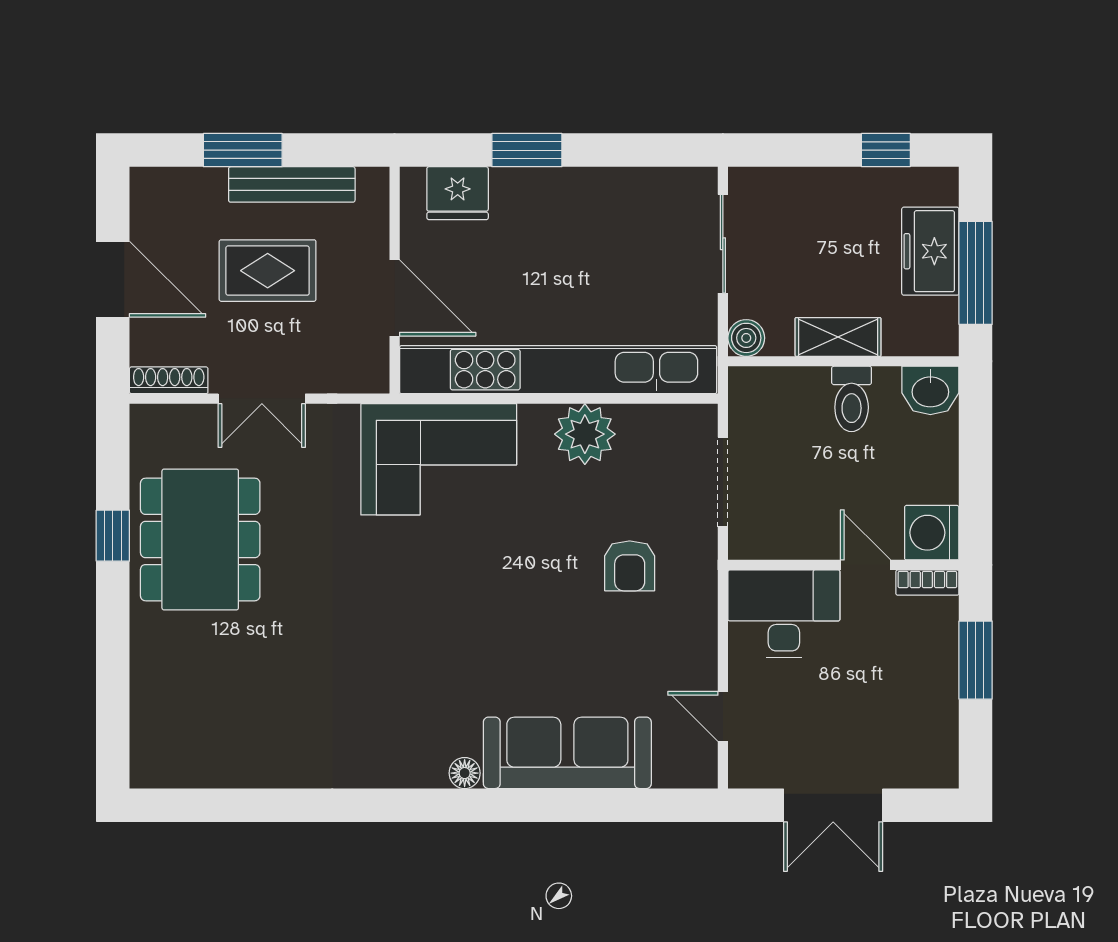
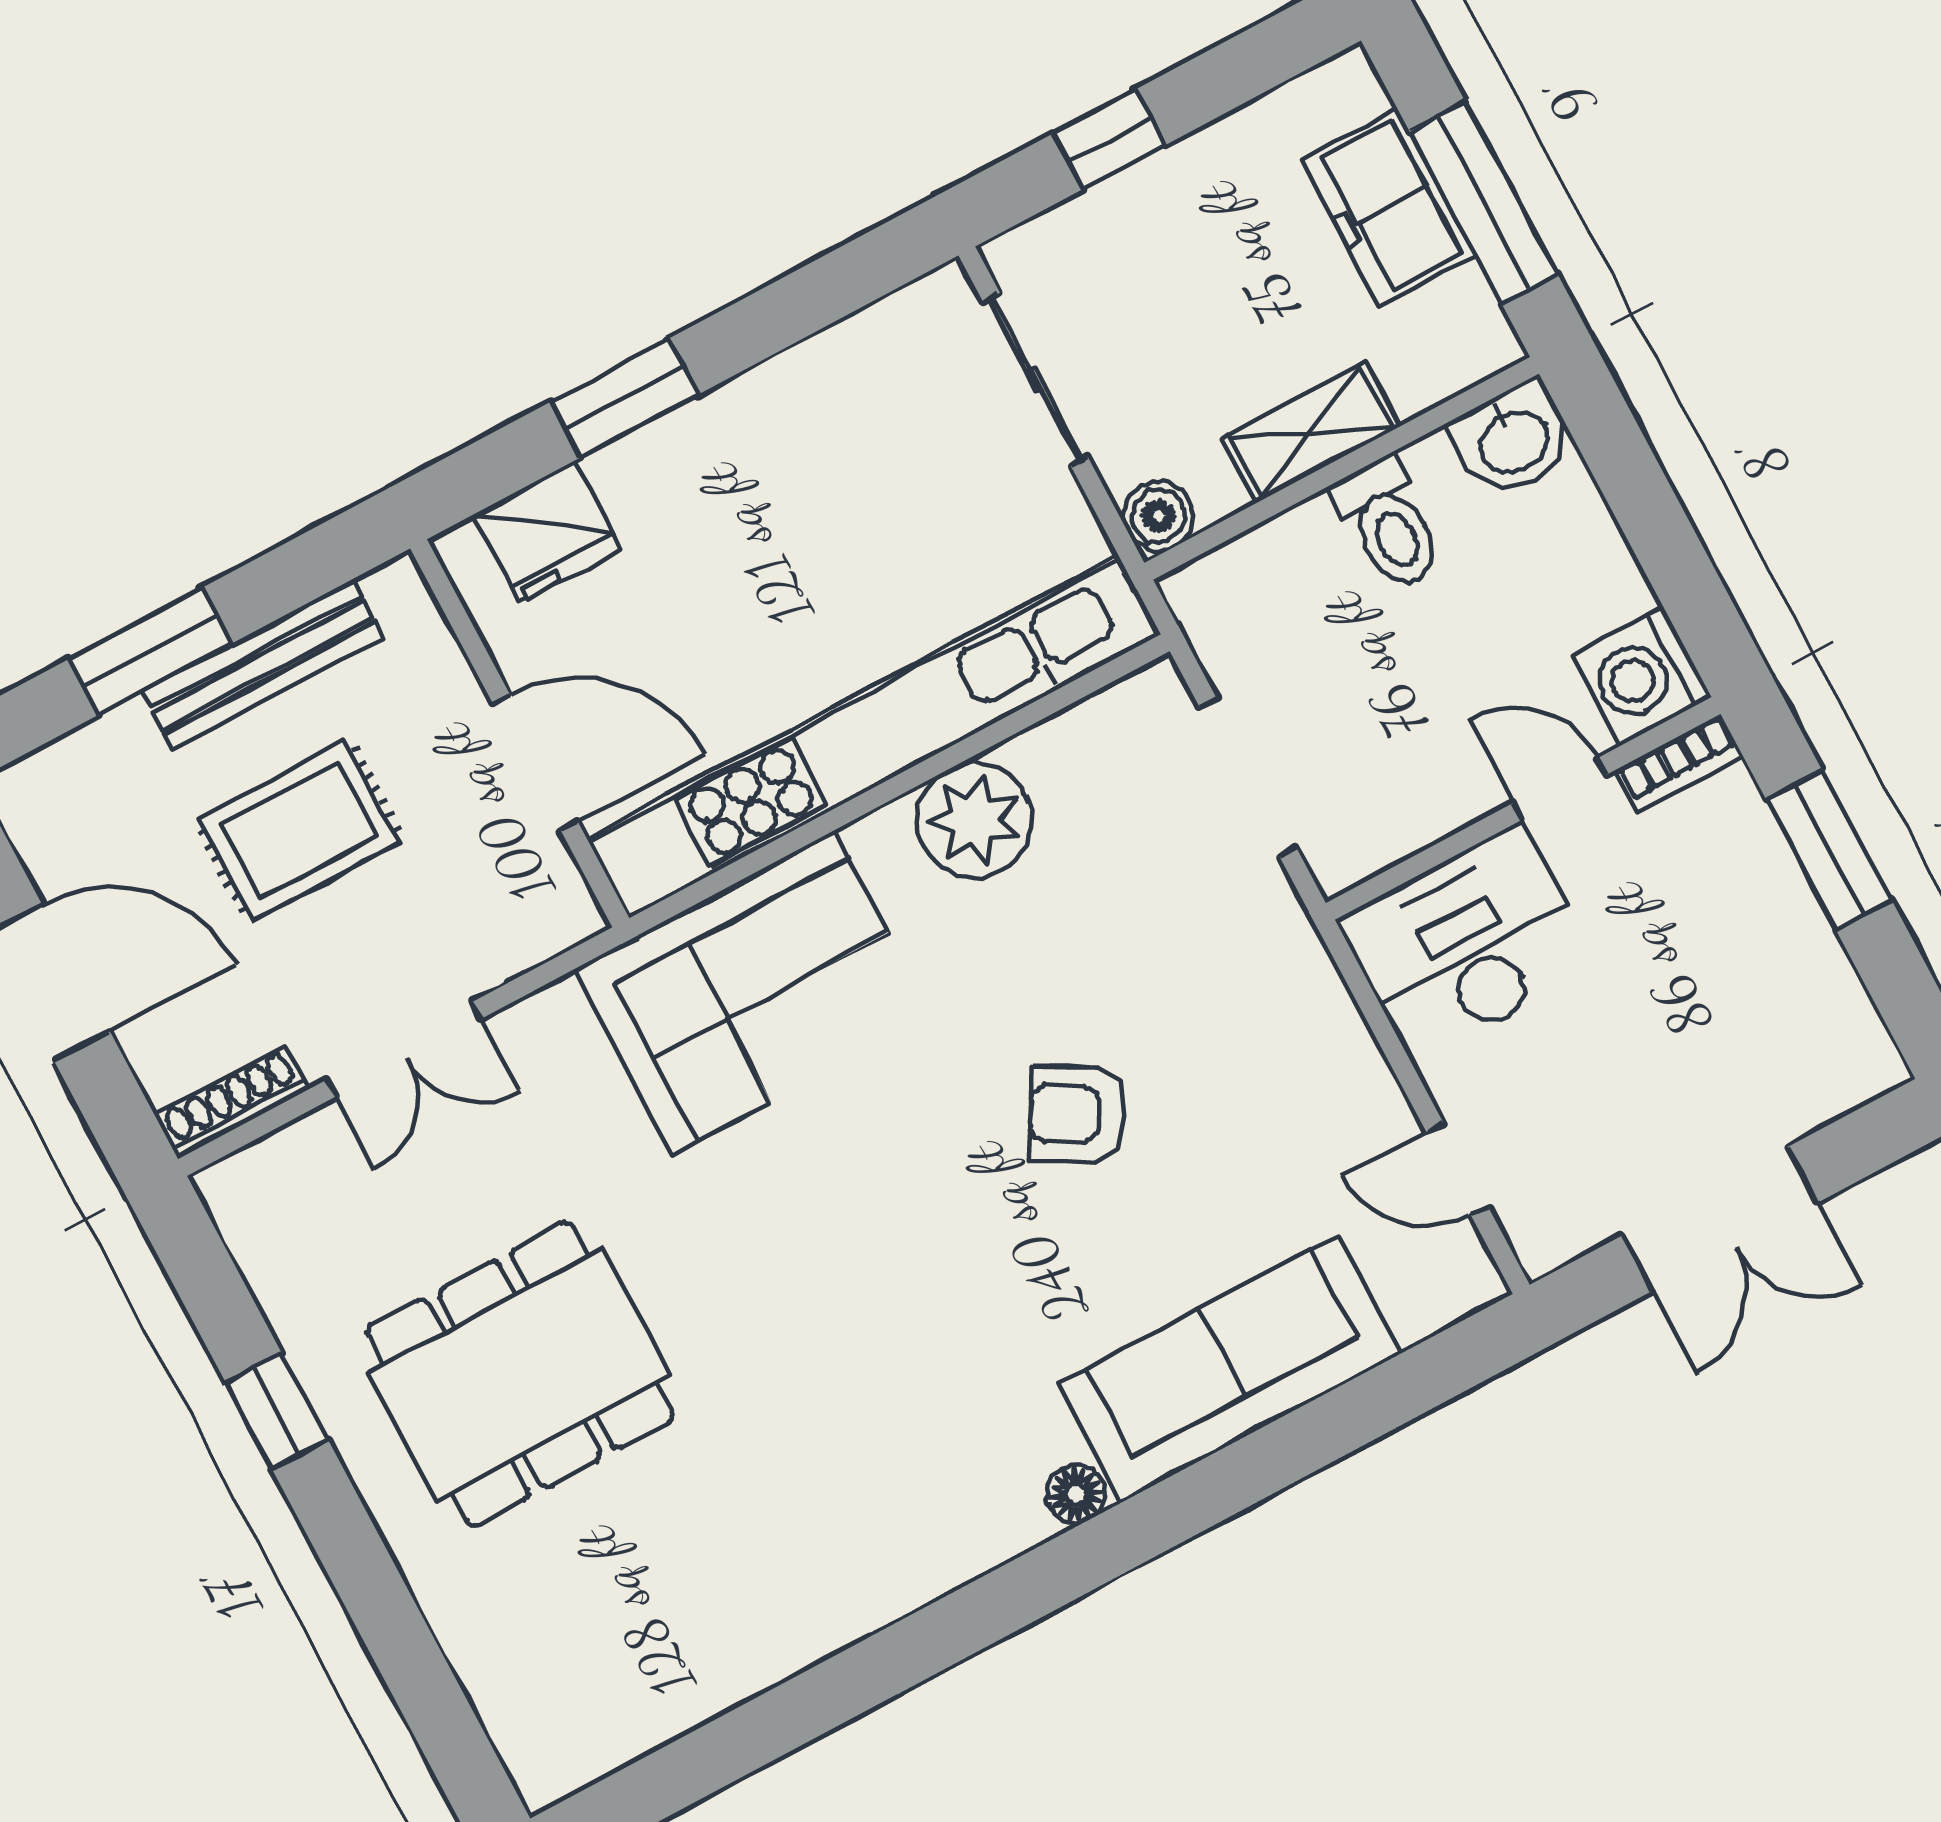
window: (886, 150) -> (1109, 139), moved
dining table: (200, 539) -> (520, 1374), moved, turned 90
armchair: (630, 566) -> (1078, 1114), moved, turned 120

